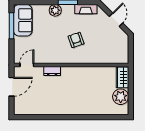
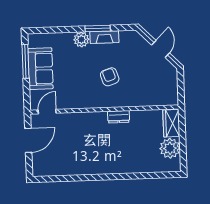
fireplace: (86, 9) -> (104, 37), moved
sofa: (23, 20) -> (40, 69), moved
dresser: (52, 71) -> (119, 117), moved

